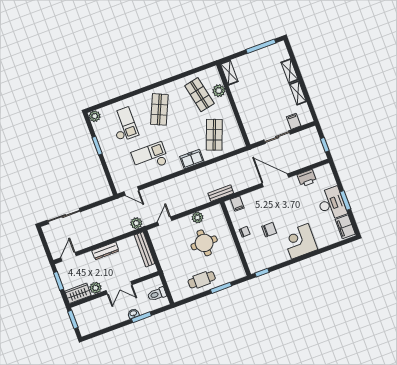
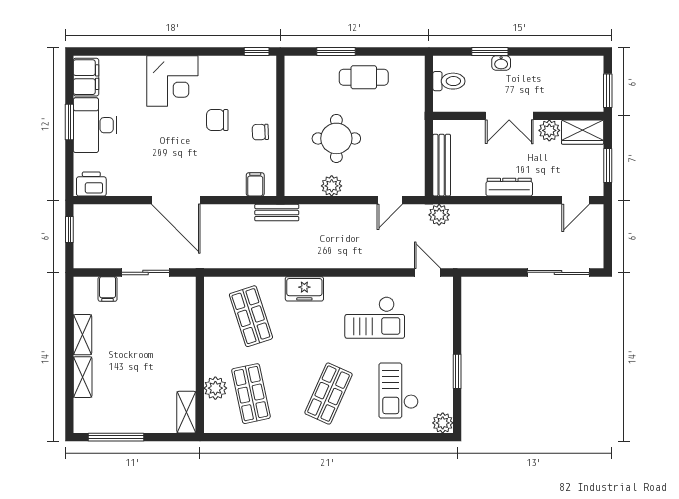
shop shelf: (214, 135) -> (251, 316), turned -39
printer: (307, 178) -> (91, 184), moved
double door: (119, 288) -> (509, 116), swing flipped

